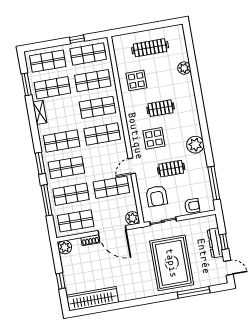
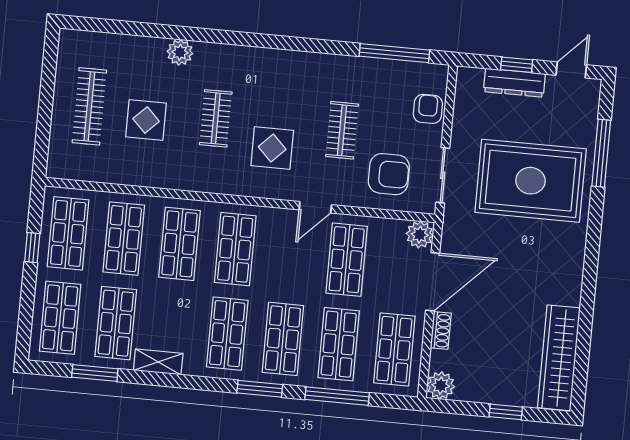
plant: (184, 68) -> (180, 52), moved
display table: (136, 80) -> (146, 120), moved
plant: (195, 145) -> (308, 69), removed
door: (132, 166) -> (315, 207), hinge flipped

